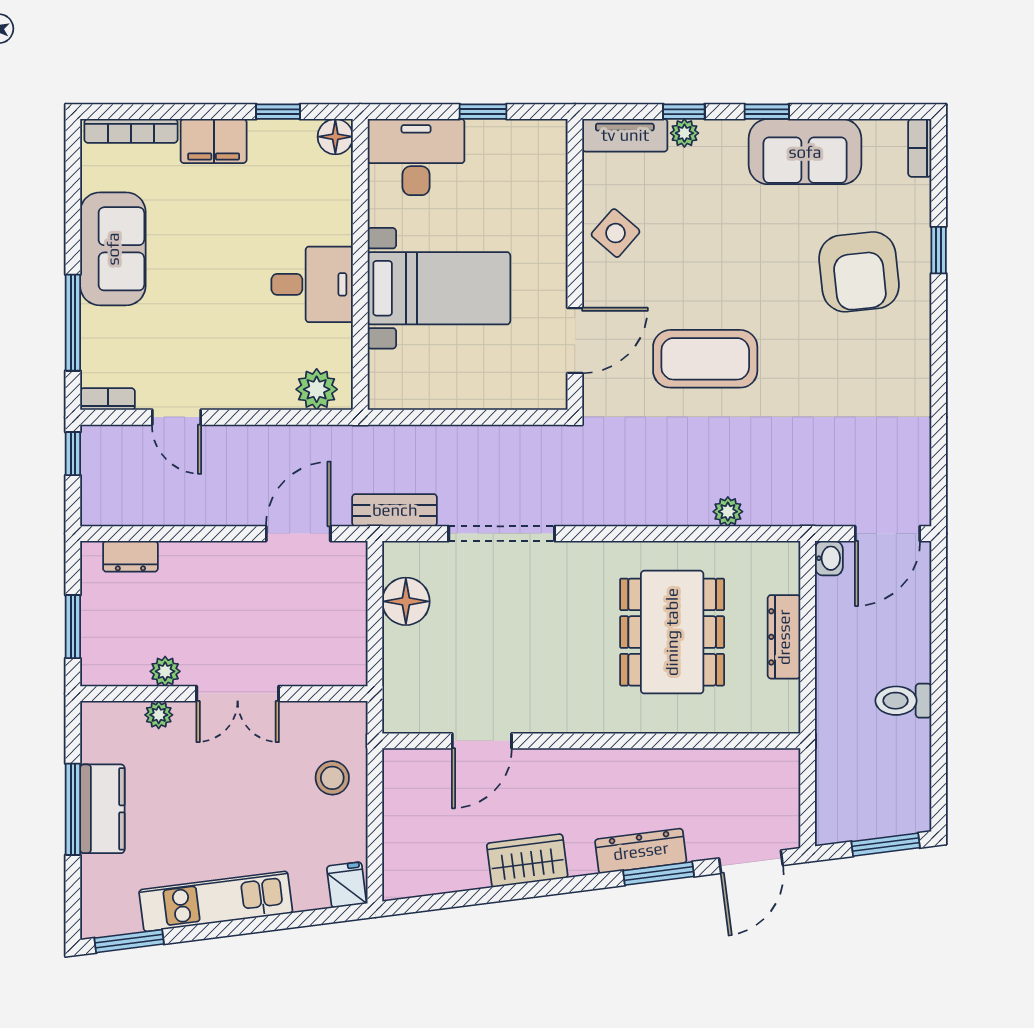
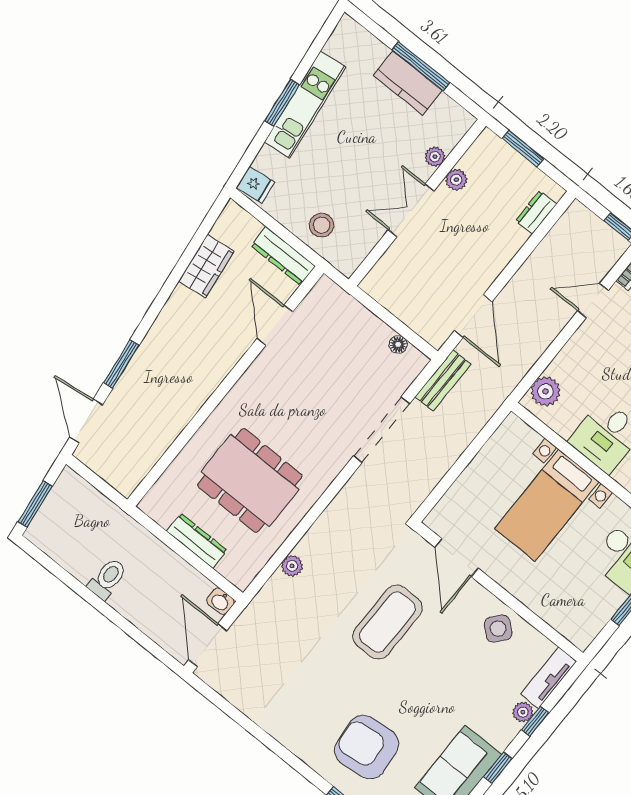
floor lamp: (406, 601) -> (398, 345), width x0.53, depth x0.53
dresser: (641, 851) -> (283, 256), moved, turned 97
wardrobe: (527, 861) -> (206, 266), moved
window: (129, 941) -> (282, 103), moved

